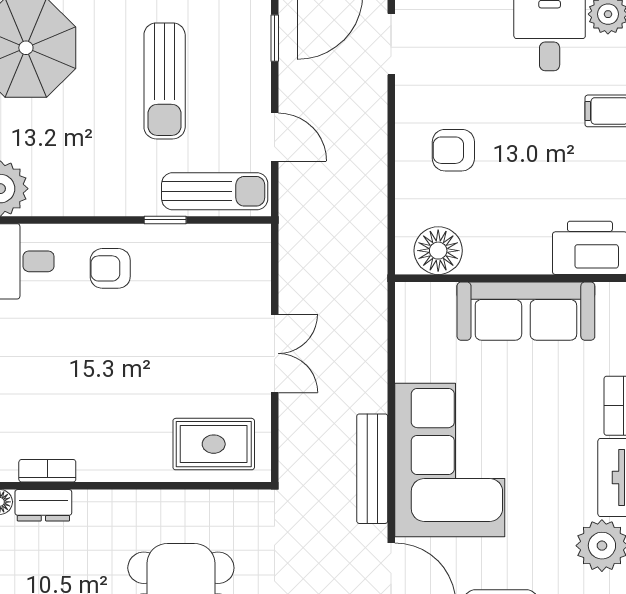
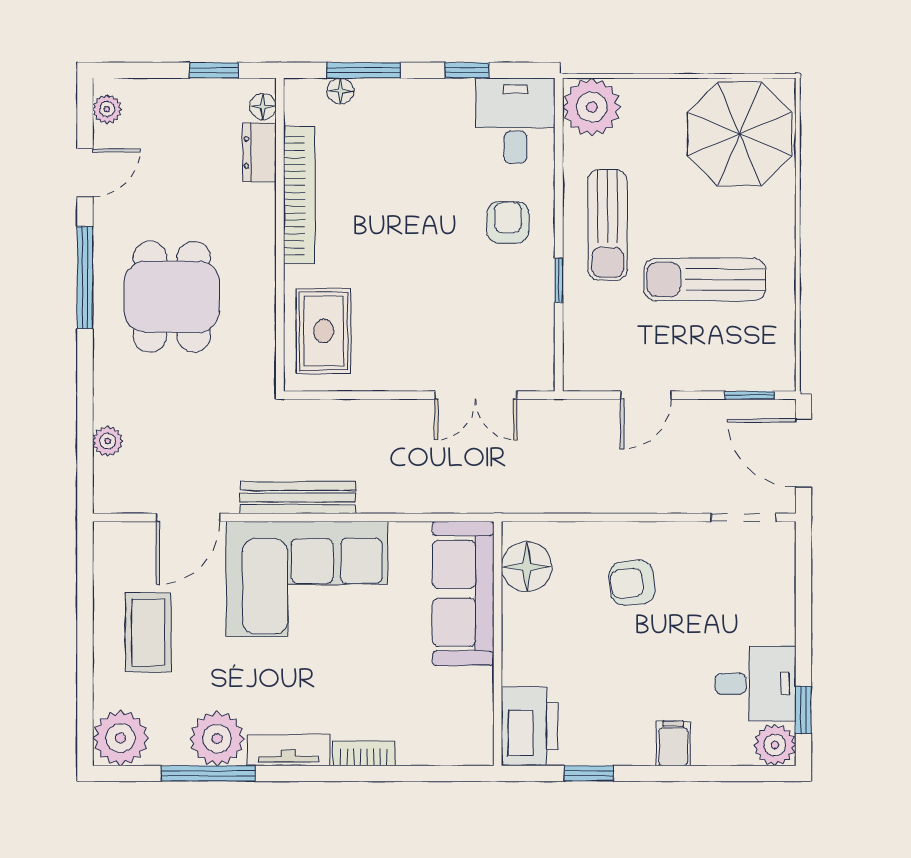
armchair: (453, 150) -> (632, 583), turned -97
sun lounger: (215, 191) -> (608, 225), moved
sofa: (526, 311) -> (463, 593), moved
double door: (275, 353) -> (476, 395), moved
bookcase: (47, 471) -> (299, 195), width x2.31, depth x1.31

